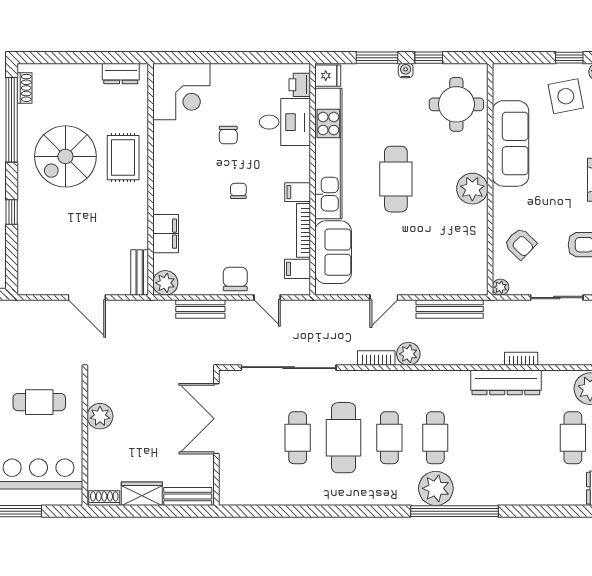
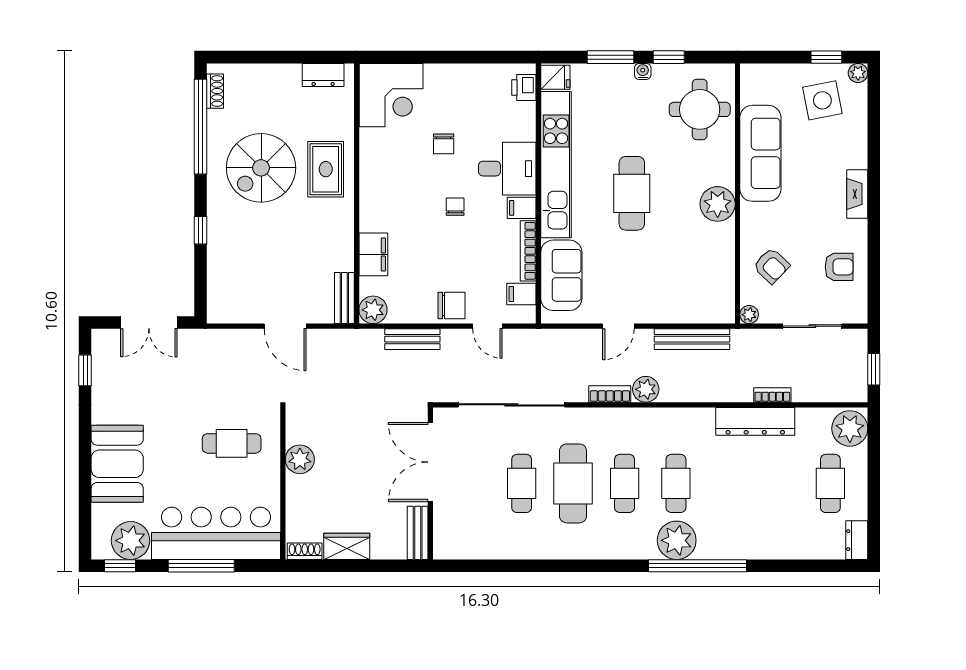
desk: (285, 122) -> (507, 169), moved
chair: (235, 279) -> (452, 305), turned 90
bench: (188, 496) -> (418, 533), moved, turned 90

